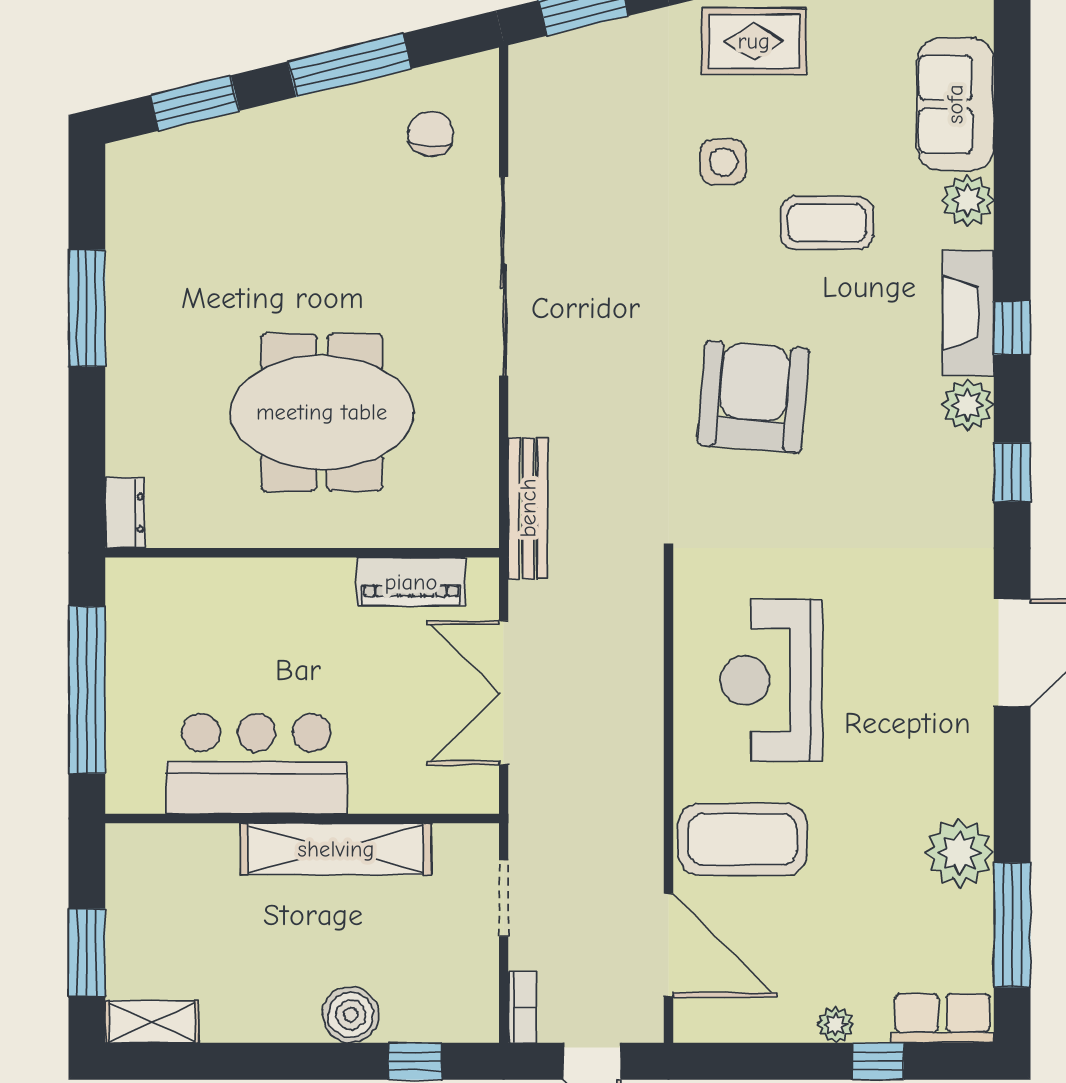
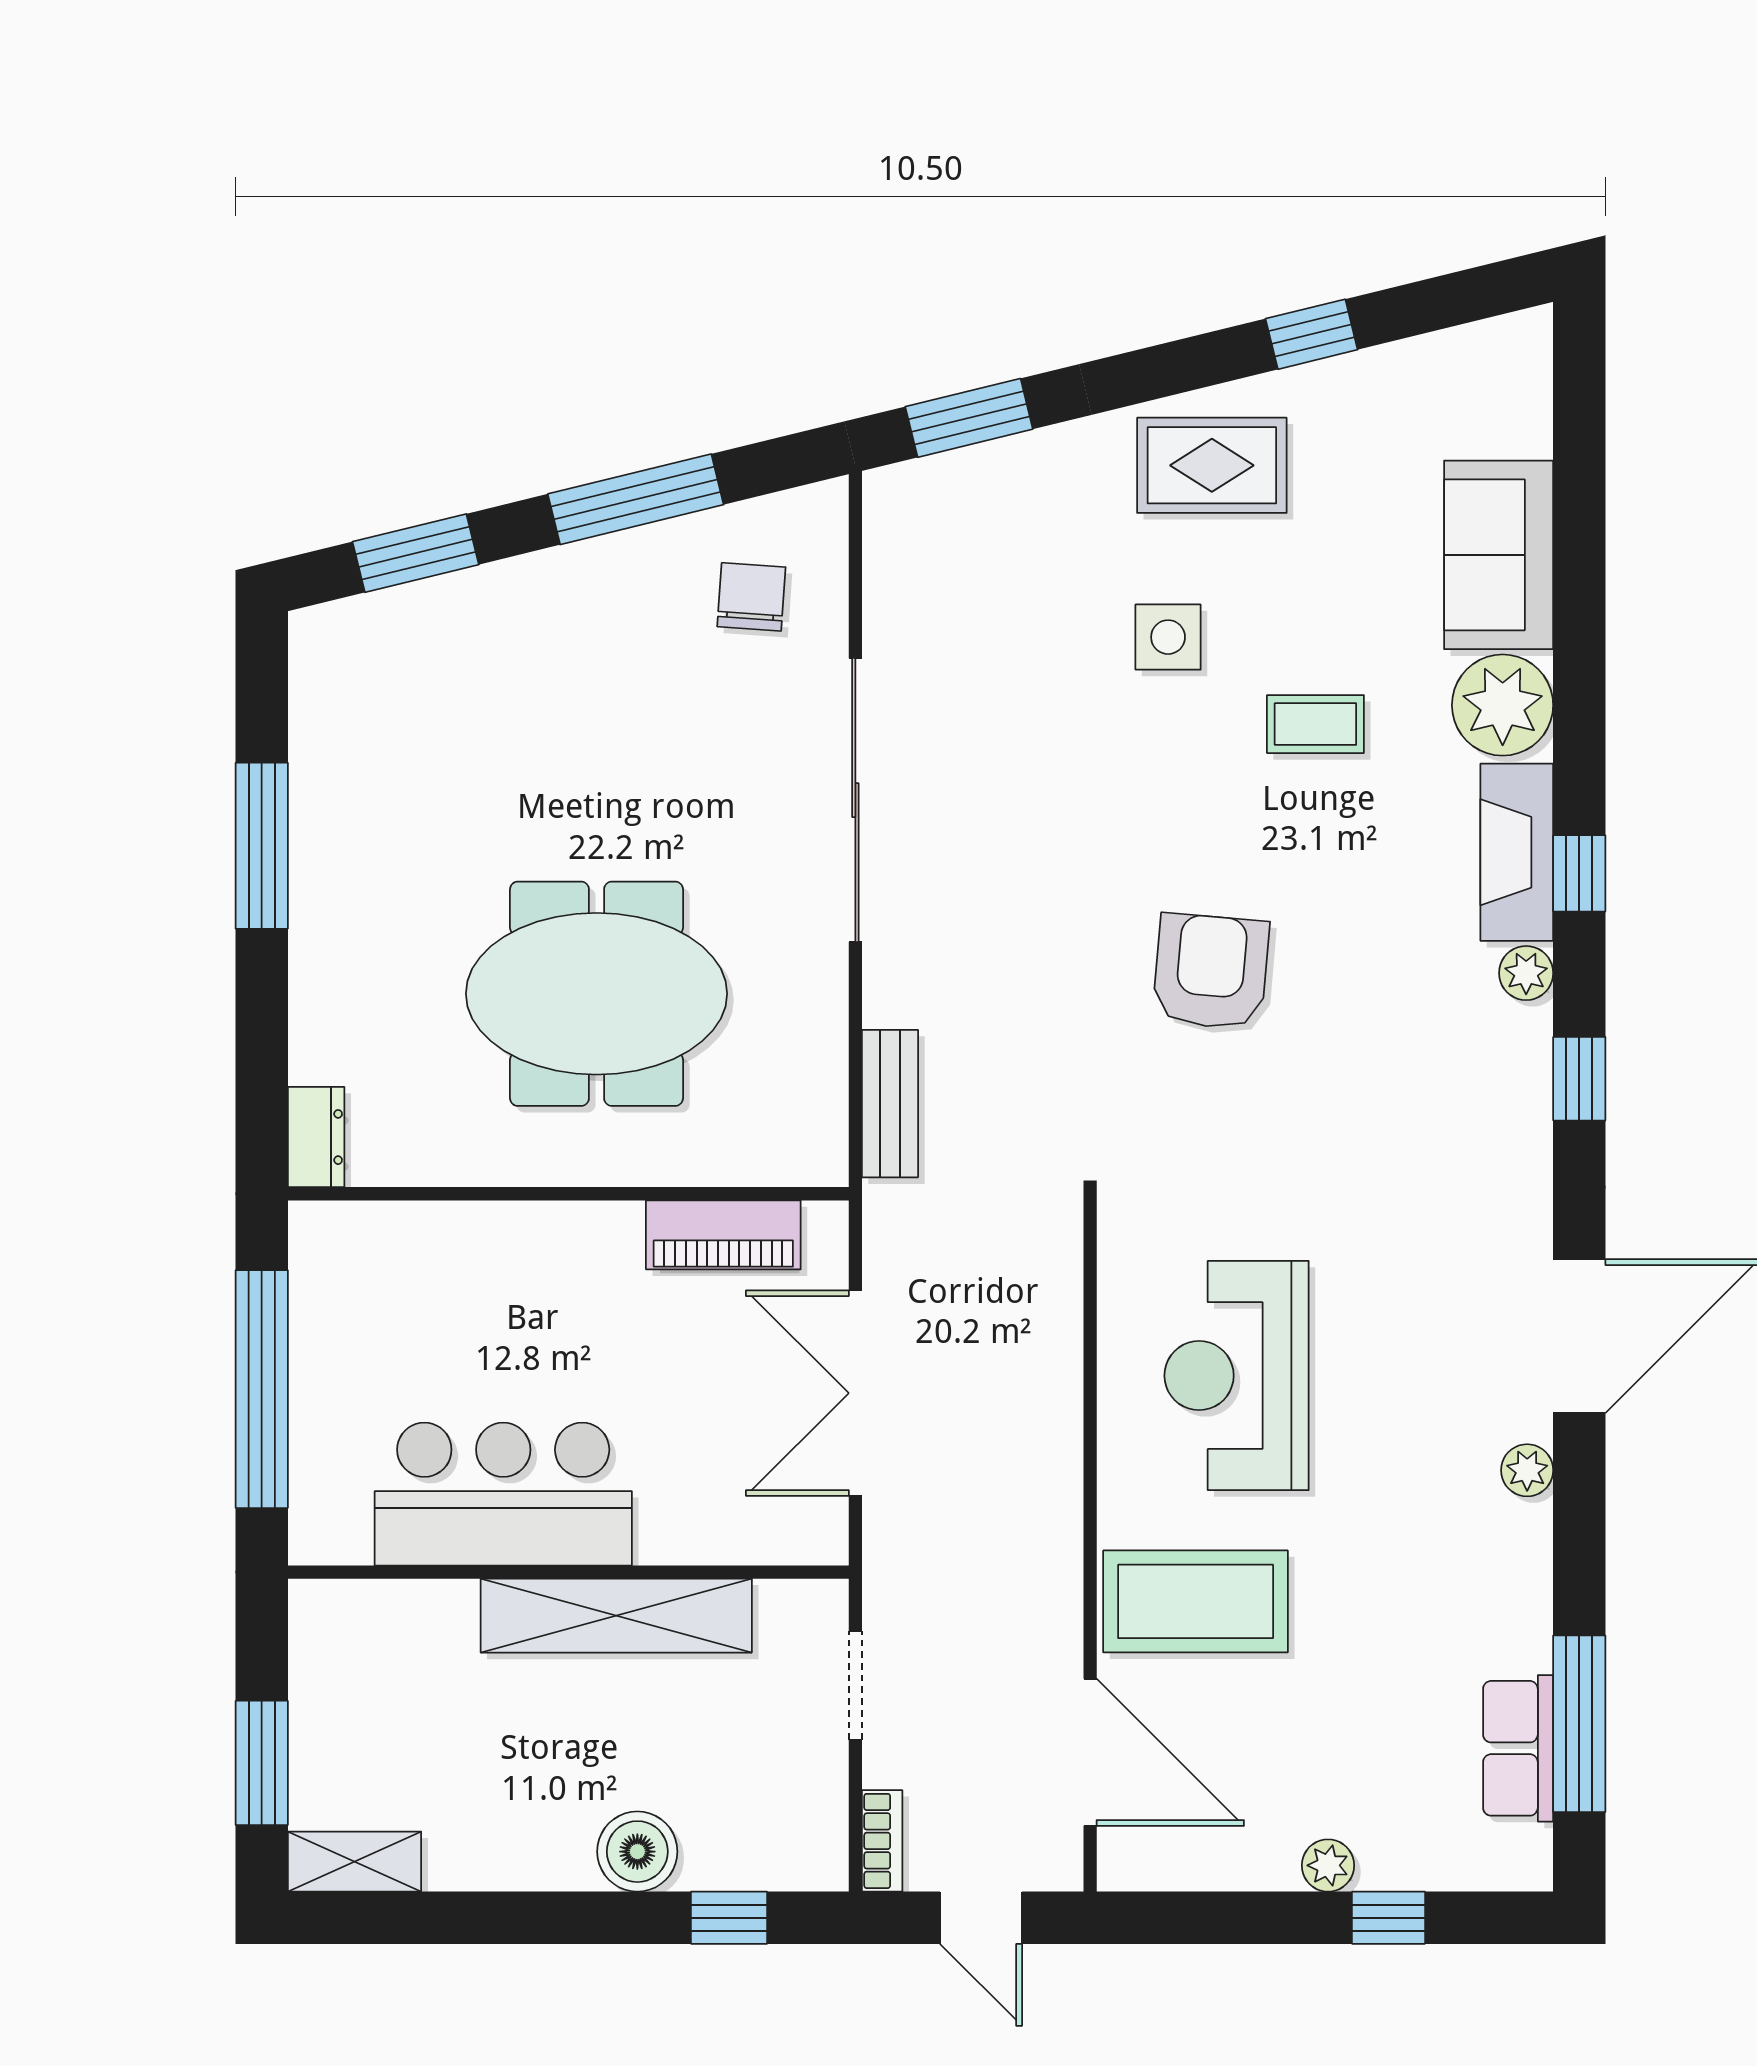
plant: (968, 200) -> (1503, 705), width x1.36, depth x1.36
coffee table: (827, 223) -> (1315, 724), width x0.73, depth x0.77
armchair: (753, 397) -> (1211, 971), width x0.73, depth x0.73
plant: (968, 405) -> (1526, 973), width x0.73, depth x0.73
bench: (528, 508) -> (890, 1104), width x0.73
plant: (959, 853) -> (1527, 1470), moved, width x0.53, depth x0.53
row of seats: (942, 1018) -> (1518, 1748), moved, turned -90

